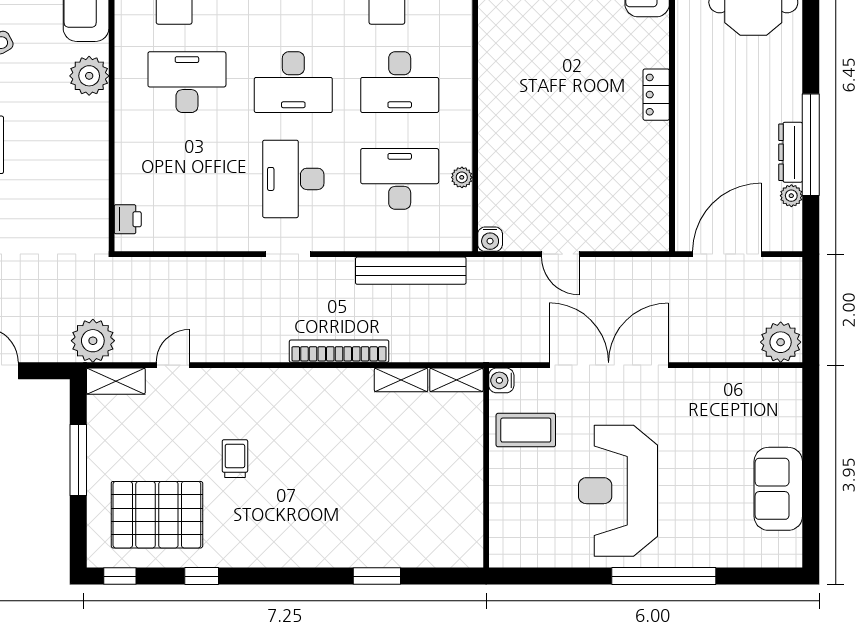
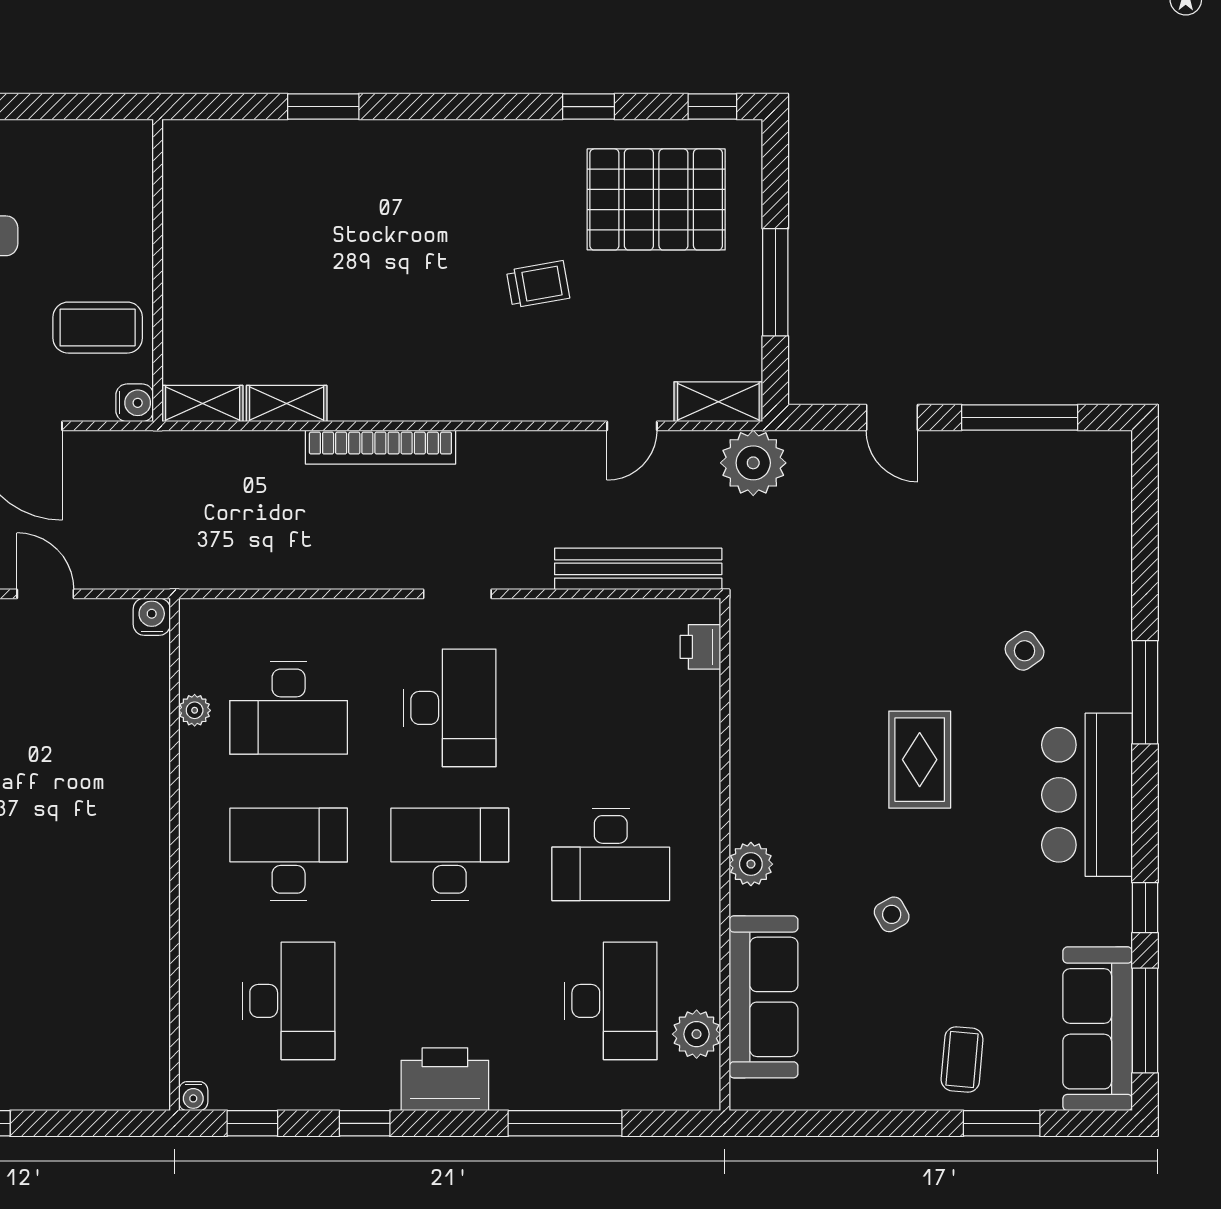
plant: (89, 76) -> (751, 864), width x0.73, depth x0.73
bench: (411, 271) -> (638, 569), moved
trolley: (235, 459) -> (538, 284), turned -100

